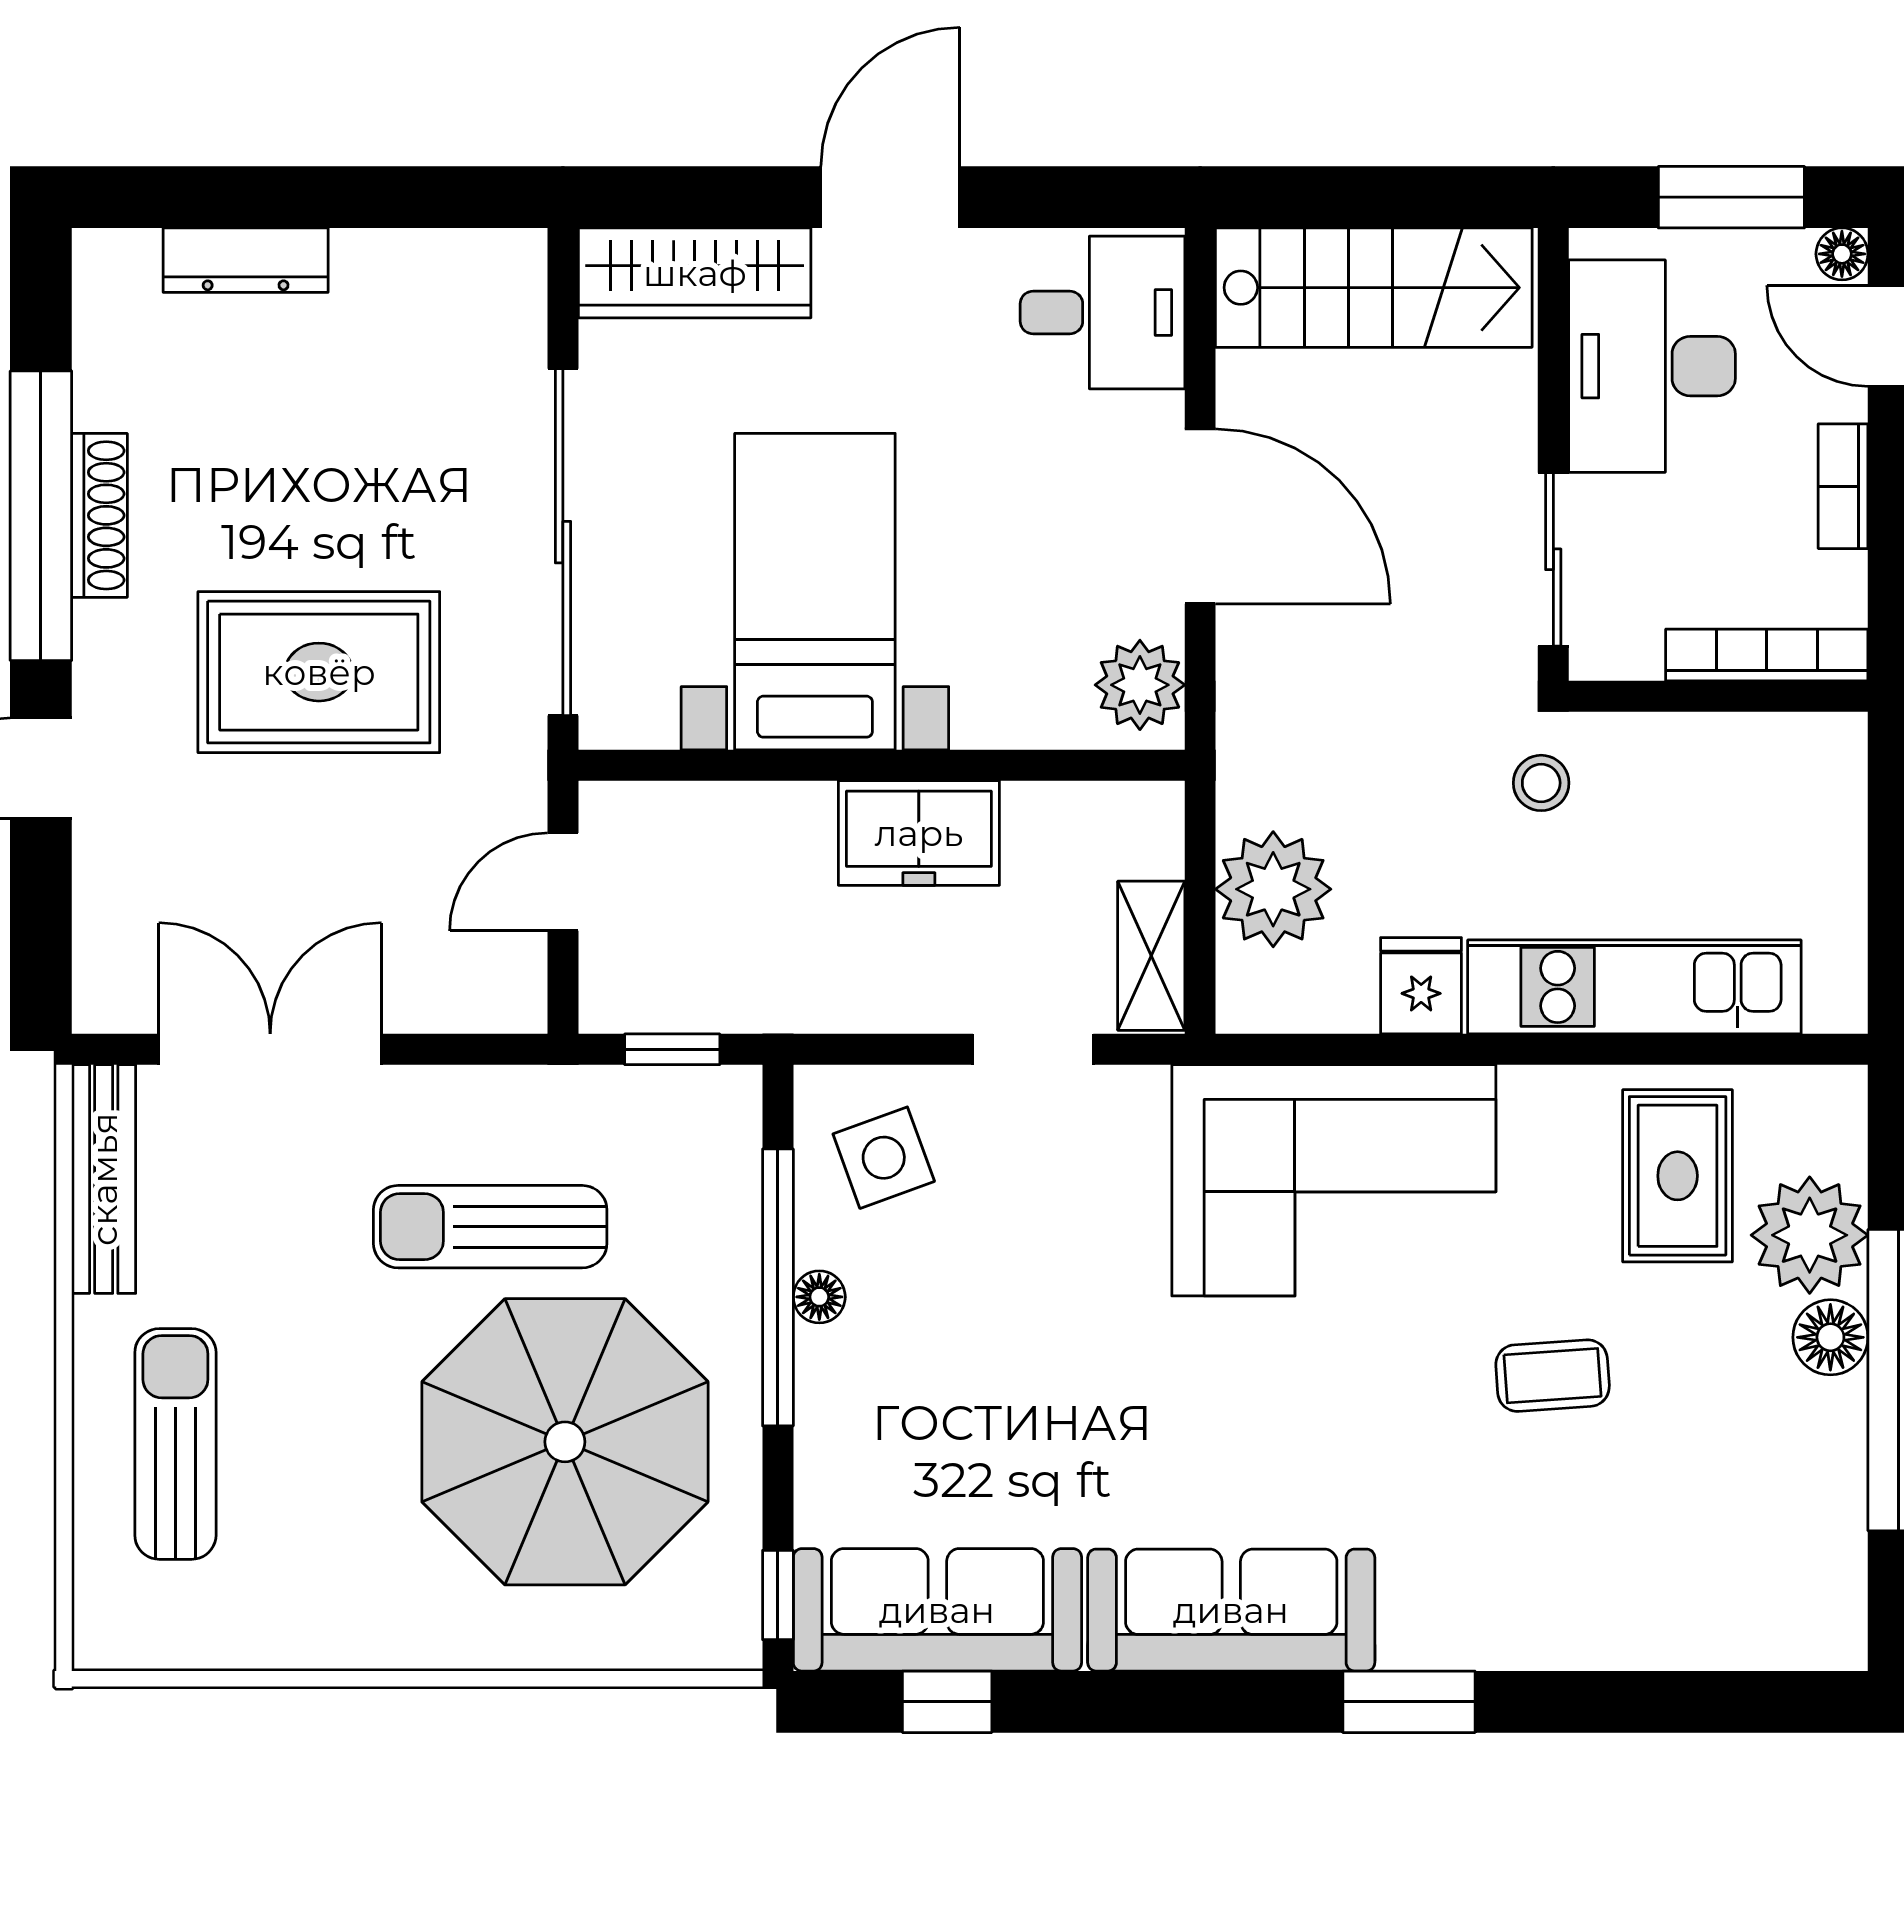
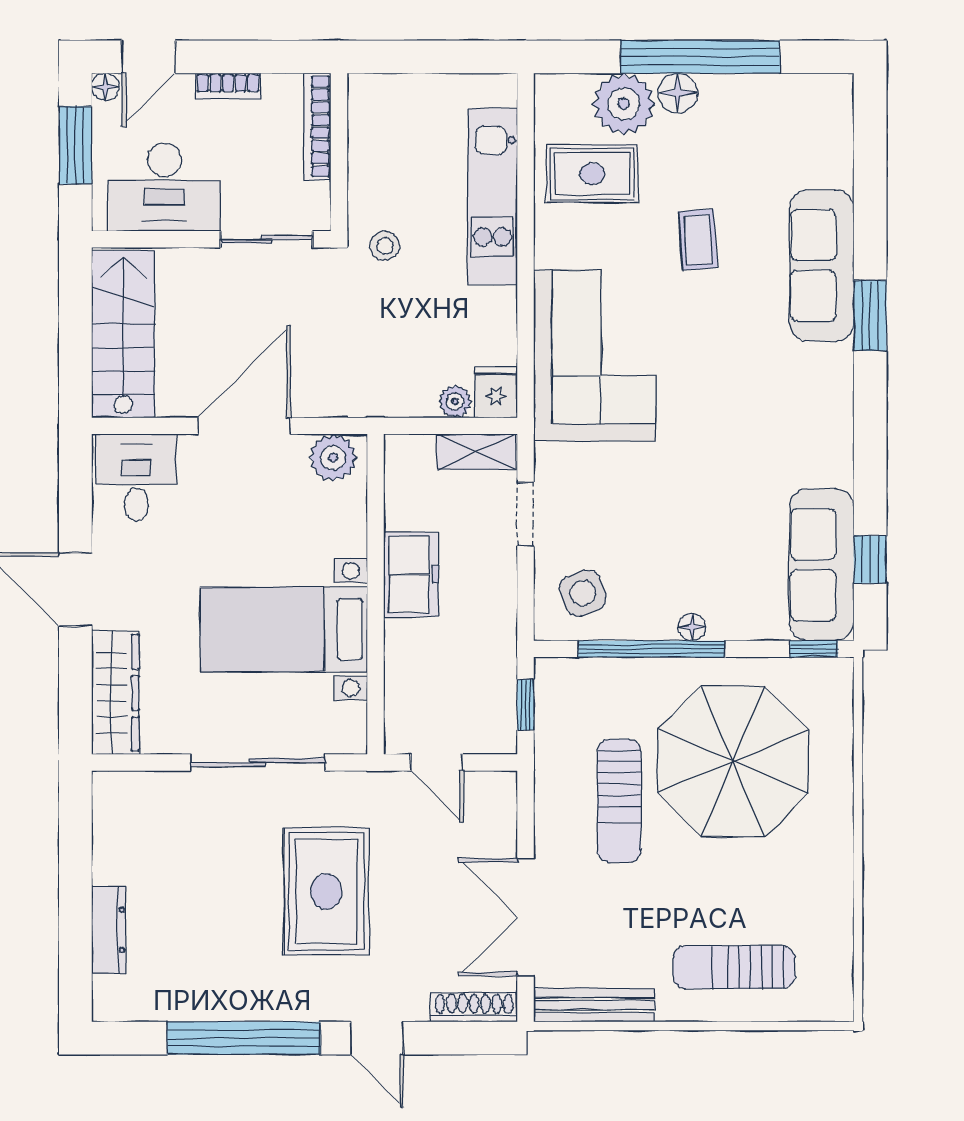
shoe rack: (100, 515) -> (474, 1007), moved
sliding door: (563, 542) -> (258, 762), width x0.73
plant: (1273, 889) -> (455, 401), width x0.53, depth x0.53
fridge: (1421, 986) -> (496, 392), moved, turned 90
floor lamp: (819, 1297) -> (692, 627), moved
sofa: (1231, 1610) -> (822, 266), moved

